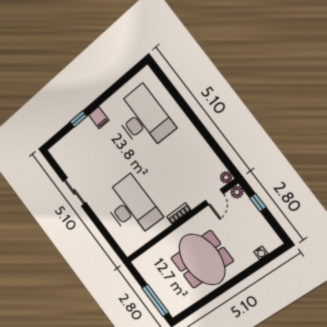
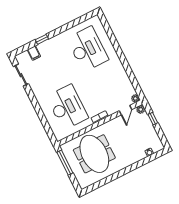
filing cabinet: (99, 118) -> (34, 53), moved
sliding door: (74, 192) -> (21, 75), moved
meeting table: (202, 259) -> (94, 154), moved
window: (155, 300) -> (65, 163), moved

